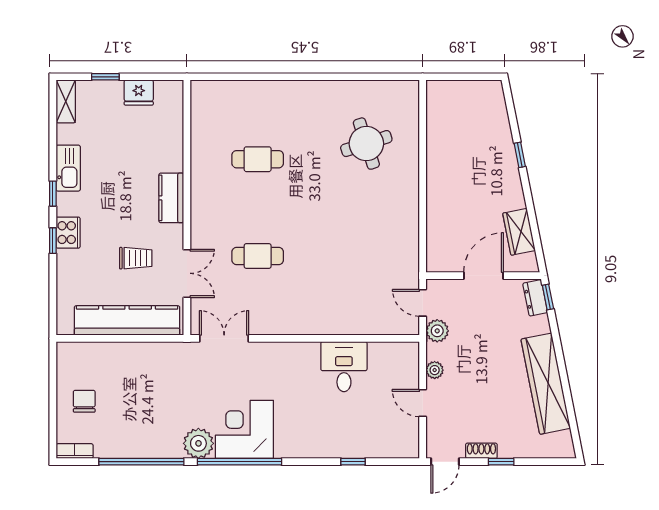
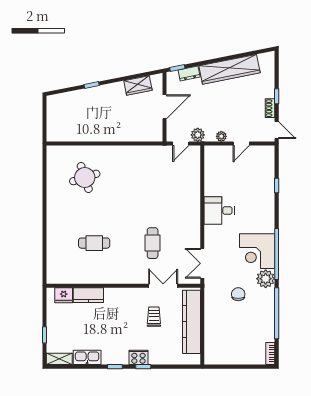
fridge: (139, 93) -> (64, 295), moved, turned 90
cafe table: (258, 159) -> (94, 243), turned 90
kitchen sink: (68, 168) -> (87, 357), moved
kitchen counter: (171, 198) -> (88, 295), moved
door: (484, 276) -> (164, 107), swing flipped
dresser: (535, 298) -> (189, 73), moved
desk: (344, 367) -> (219, 211), moved
chair: (84, 401) -> (238, 294), moved, turned 90

